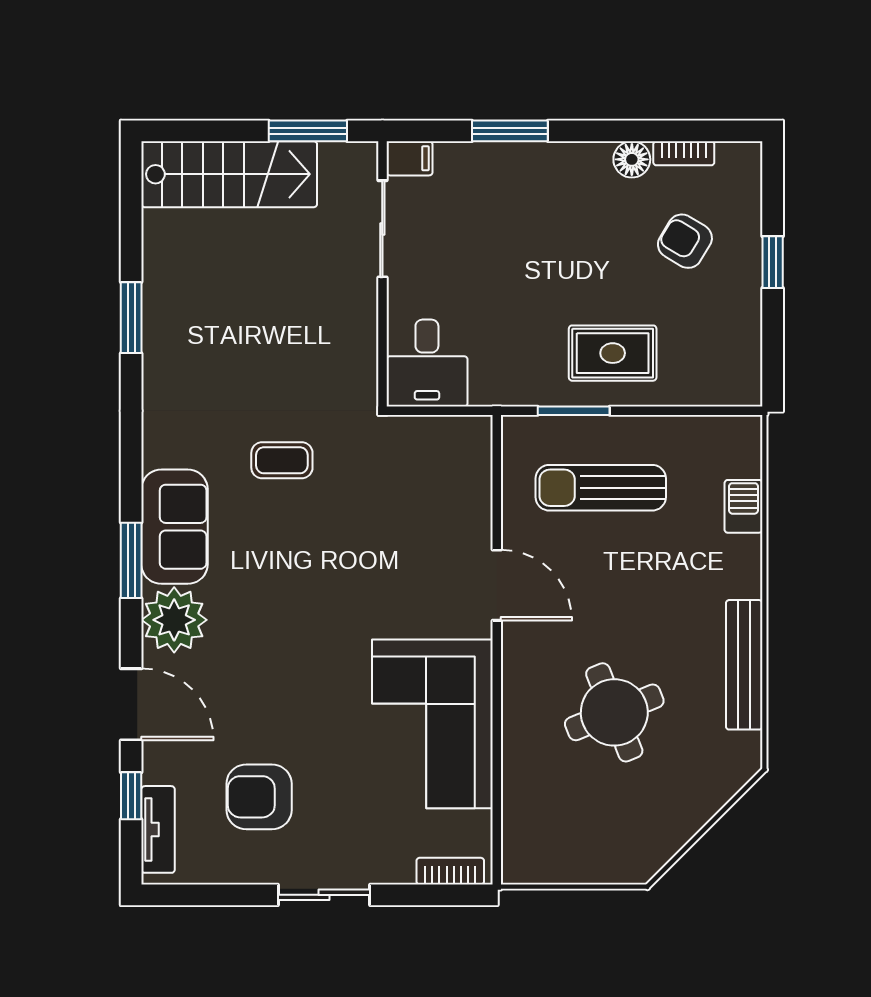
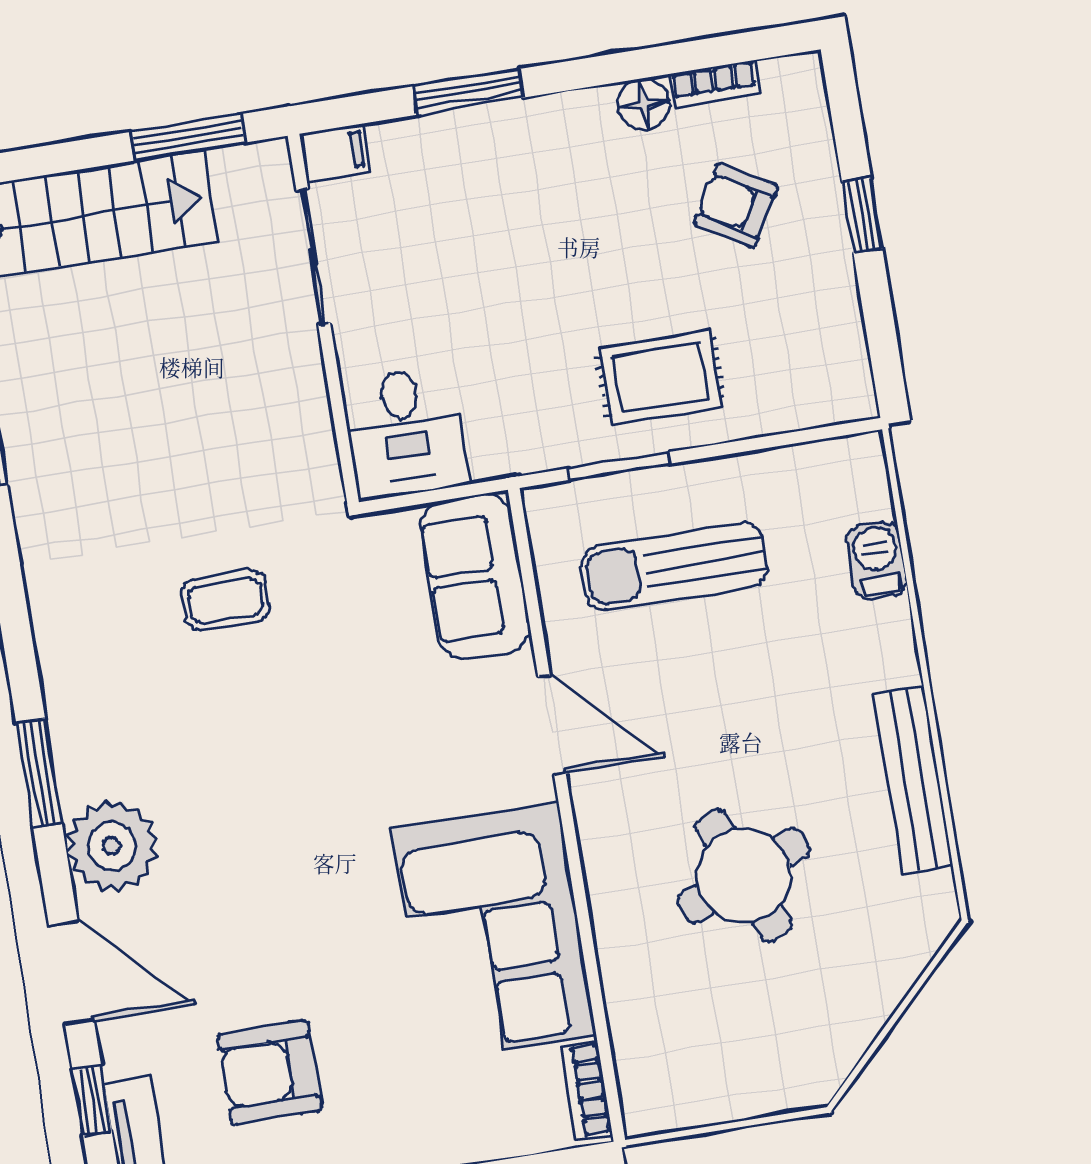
sofa: (175, 527) -> (475, 577), moved, turned 180
bookcase: (450, 871) -> (586, 1090), moved, turned -90

